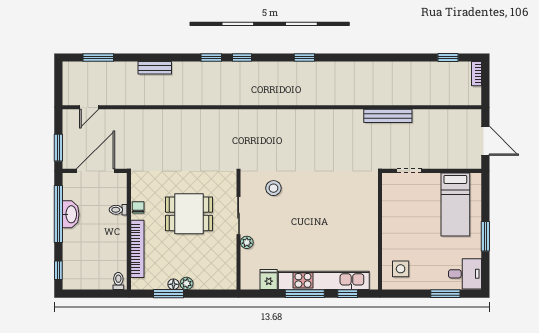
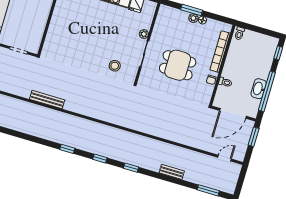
window: (242, 58) -> (100, 158), moved
bench: (388, 116) -> (47, 100), moved
window: (168, 294) -> (192, 10), moved

